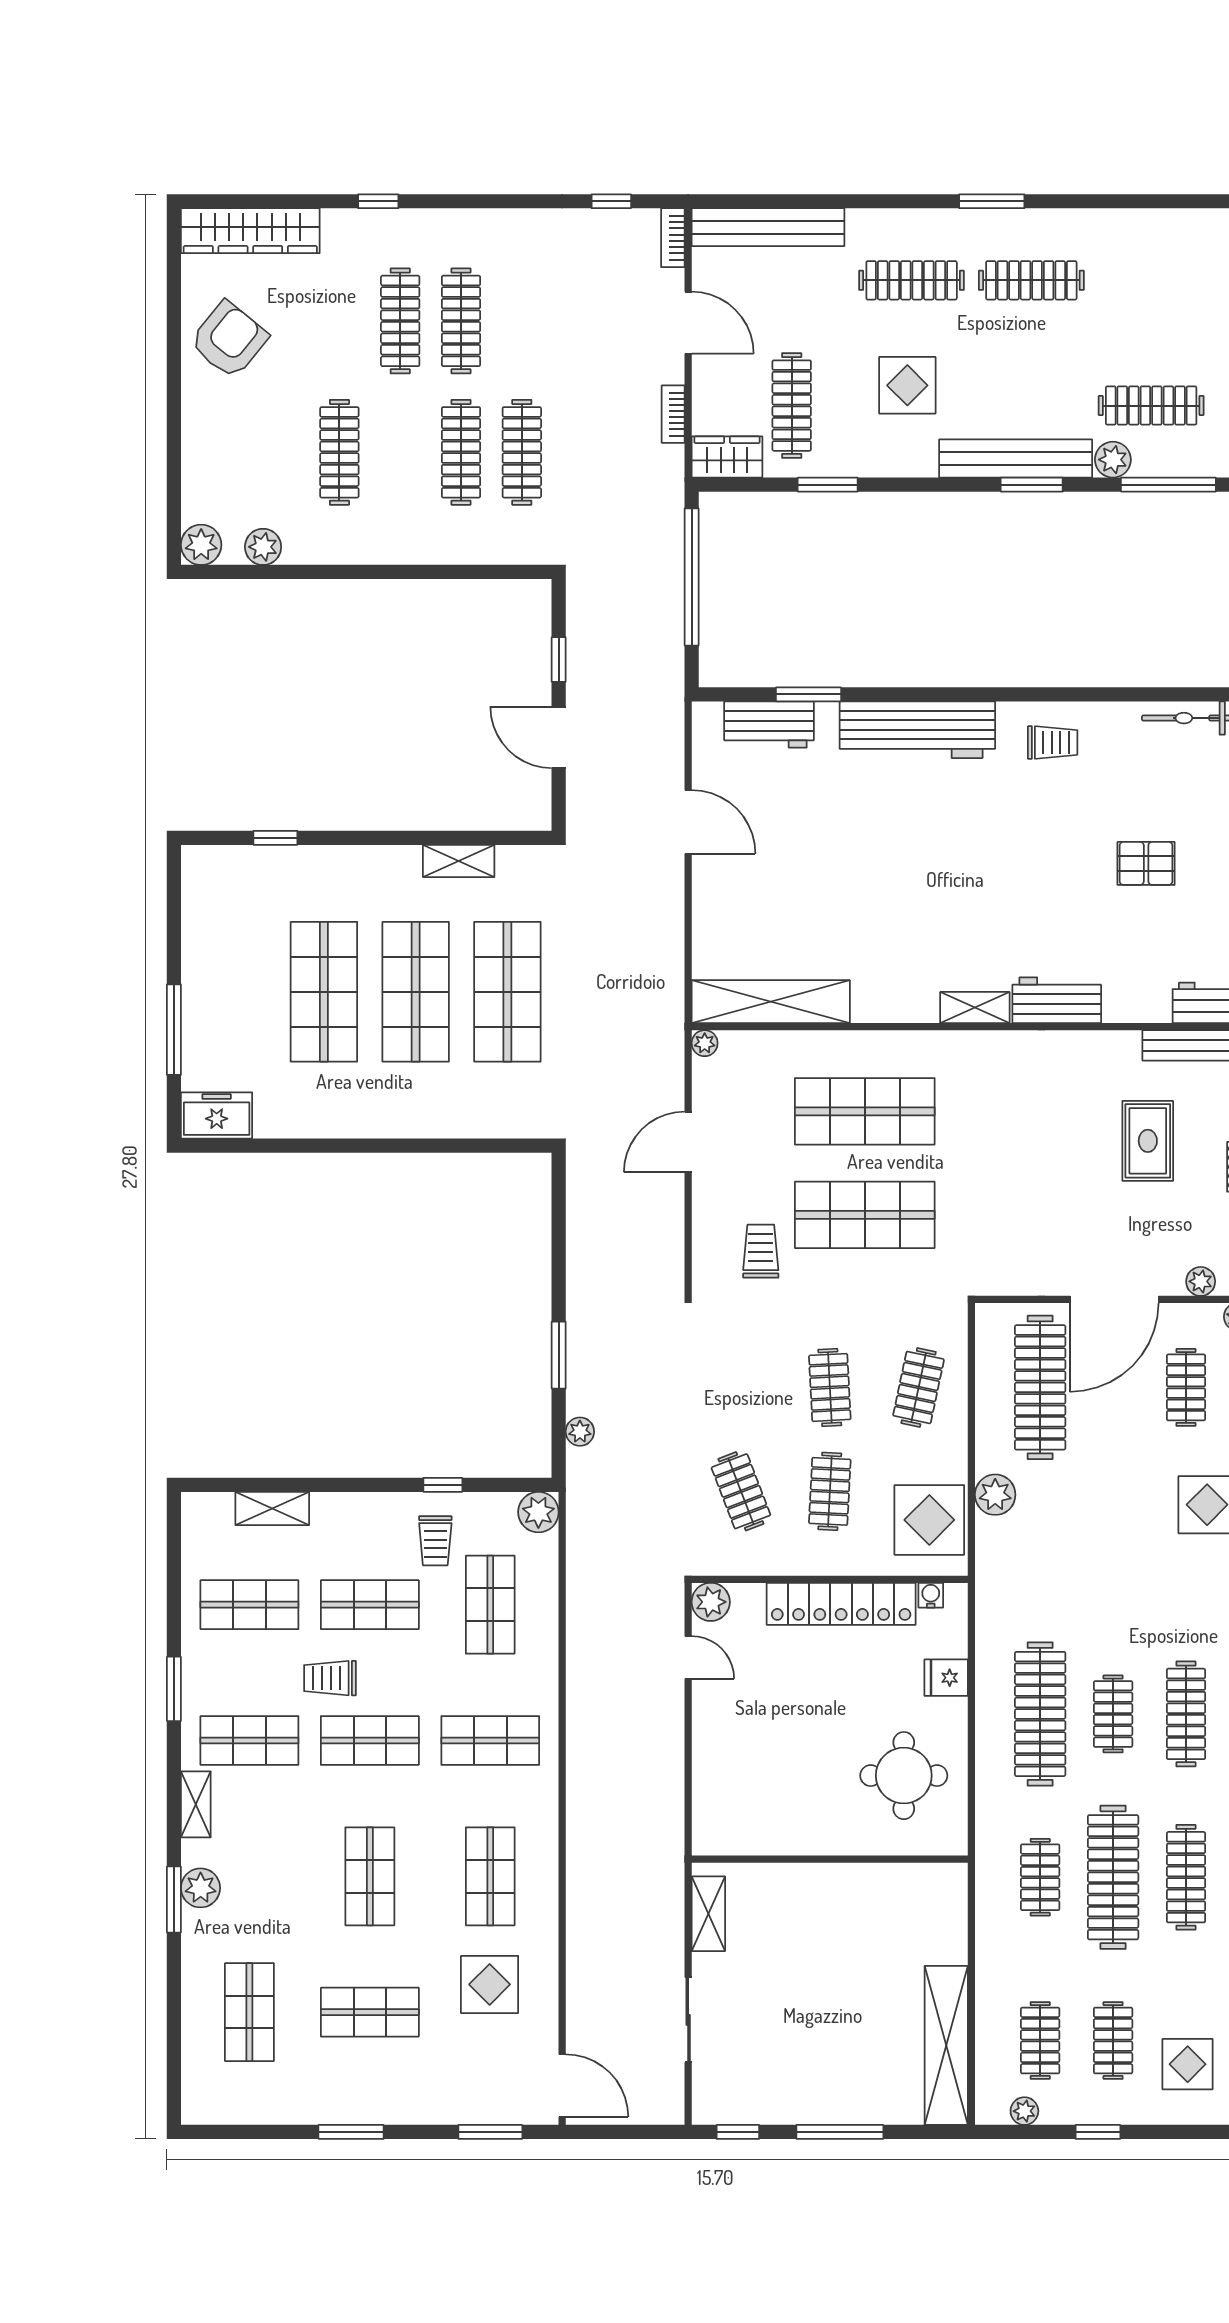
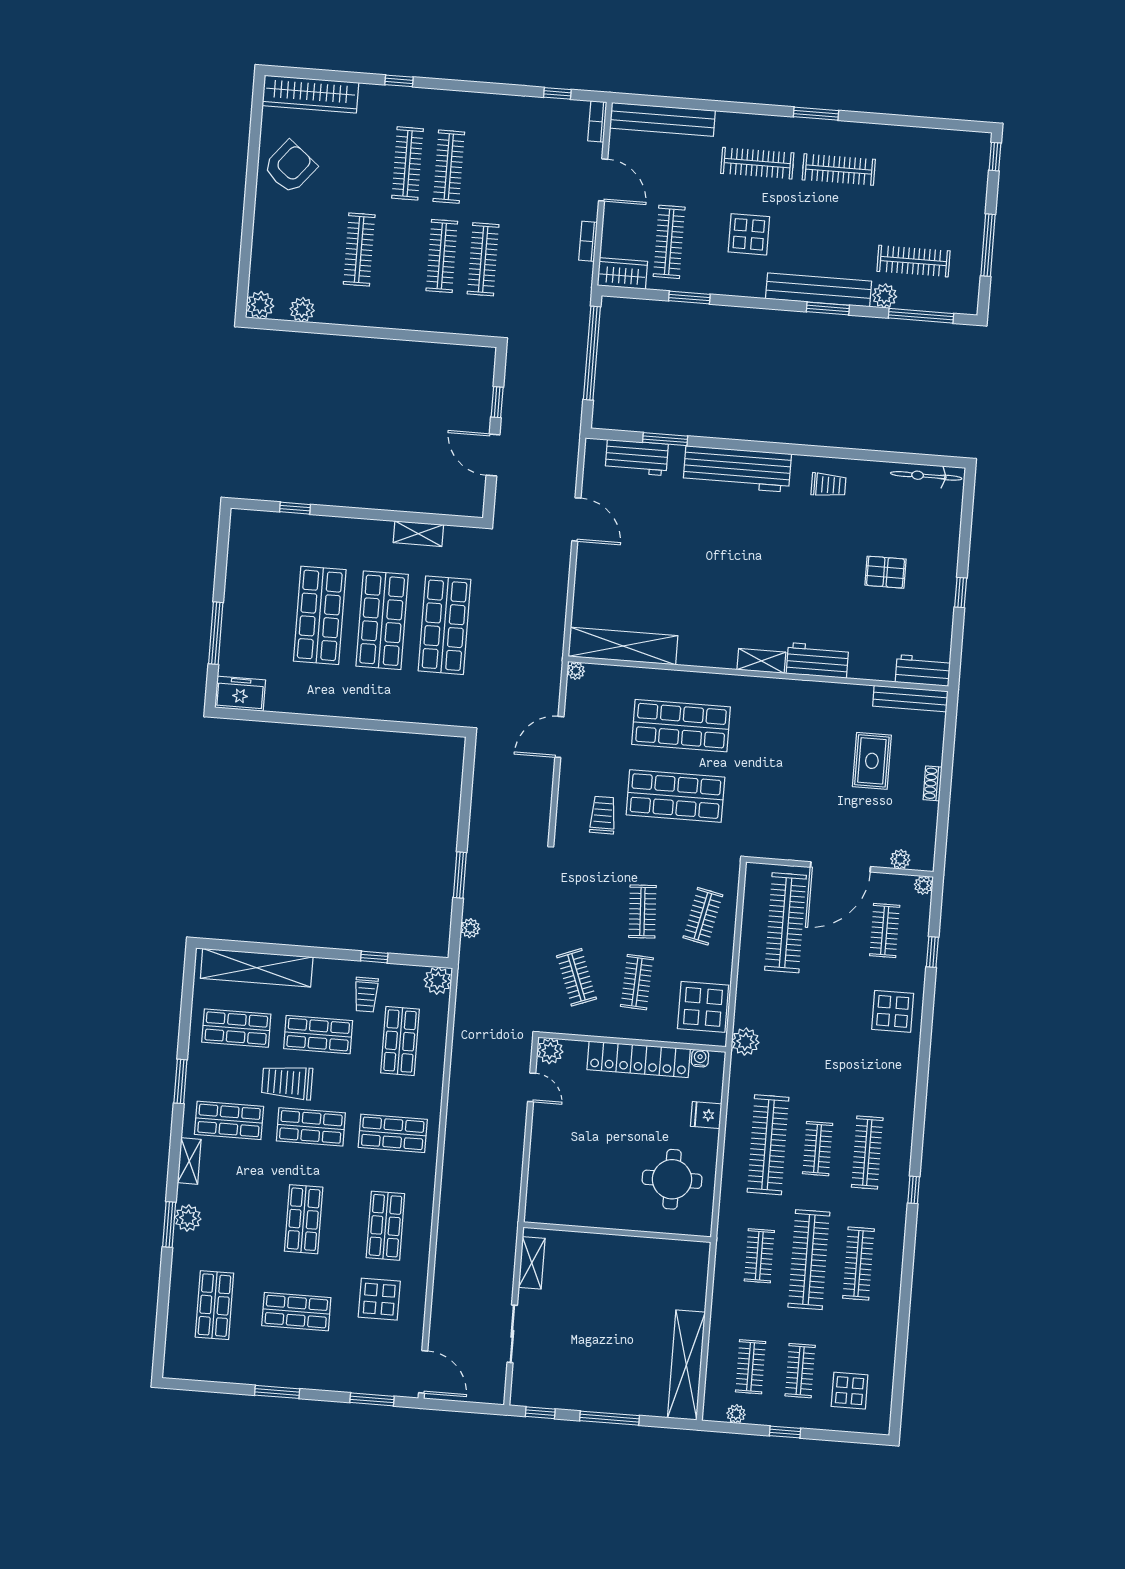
plant: (995, 1495) -> (745, 1042), moved
shelving: (272, 1508) -> (257, 968), width x2.20, depth x1.33
trolley: (330, 1678) -> (287, 1082), width x1.36, depth x1.39

